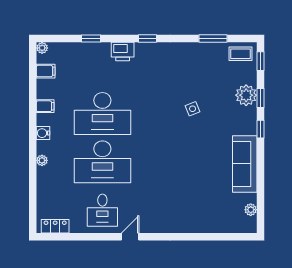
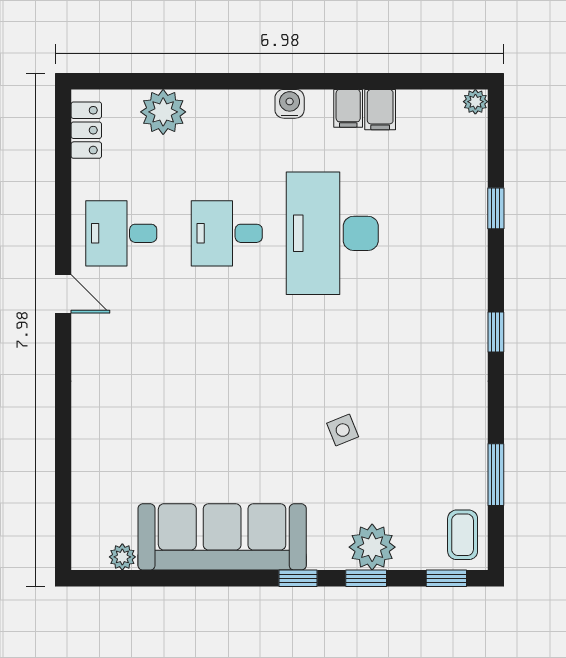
printer: (123, 52) -> (467, 277), removed
filing cabinet: (46, 71) -> (380, 110), moved
plant: (42, 160) -> (163, 112), moved, width x1.87, depth x1.87
desk: (102, 162) -> (227, 233), width x0.53, depth x0.77
sofa: (245, 164) -> (222, 537), width x1.36, depth x1.27

